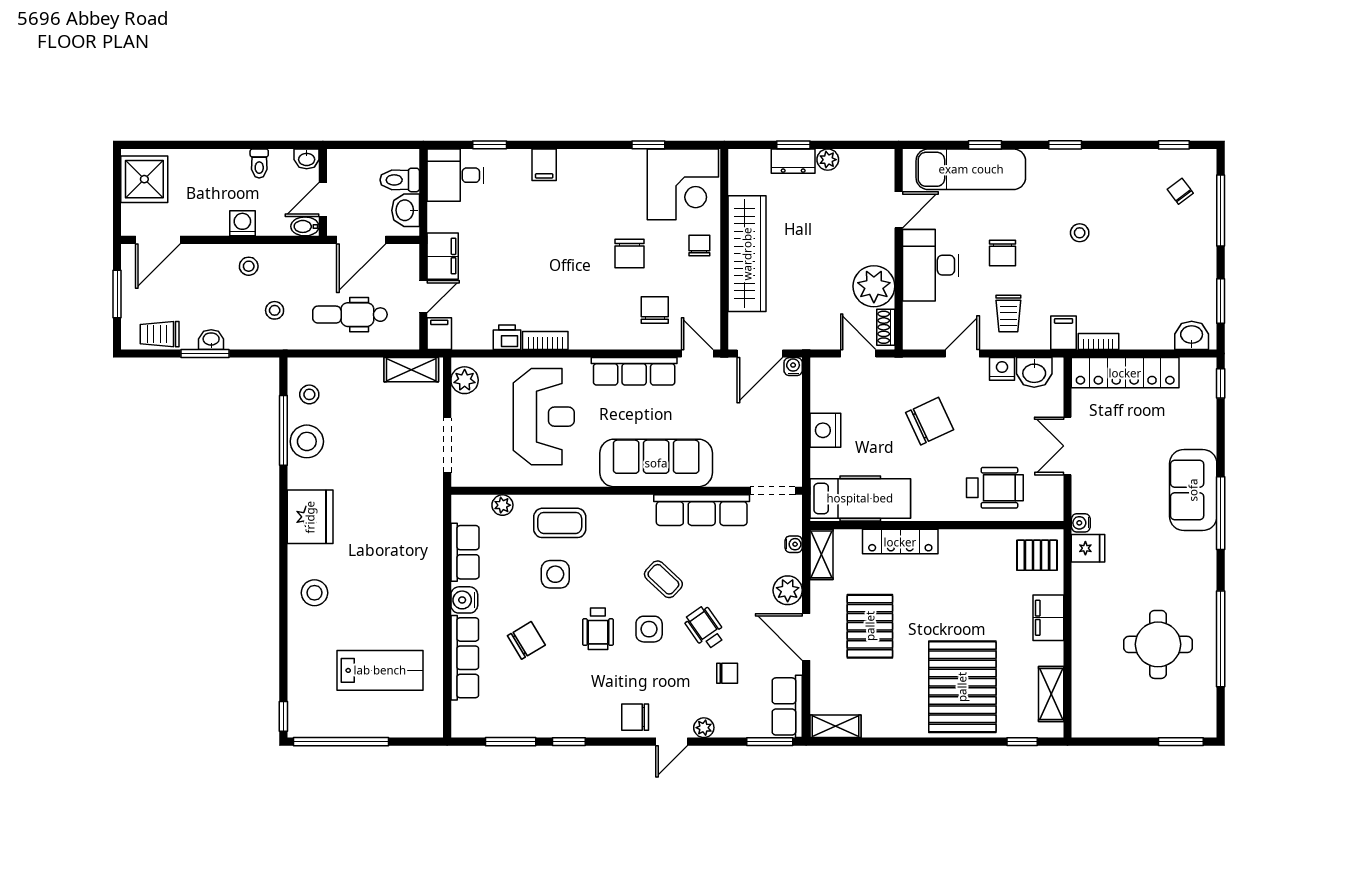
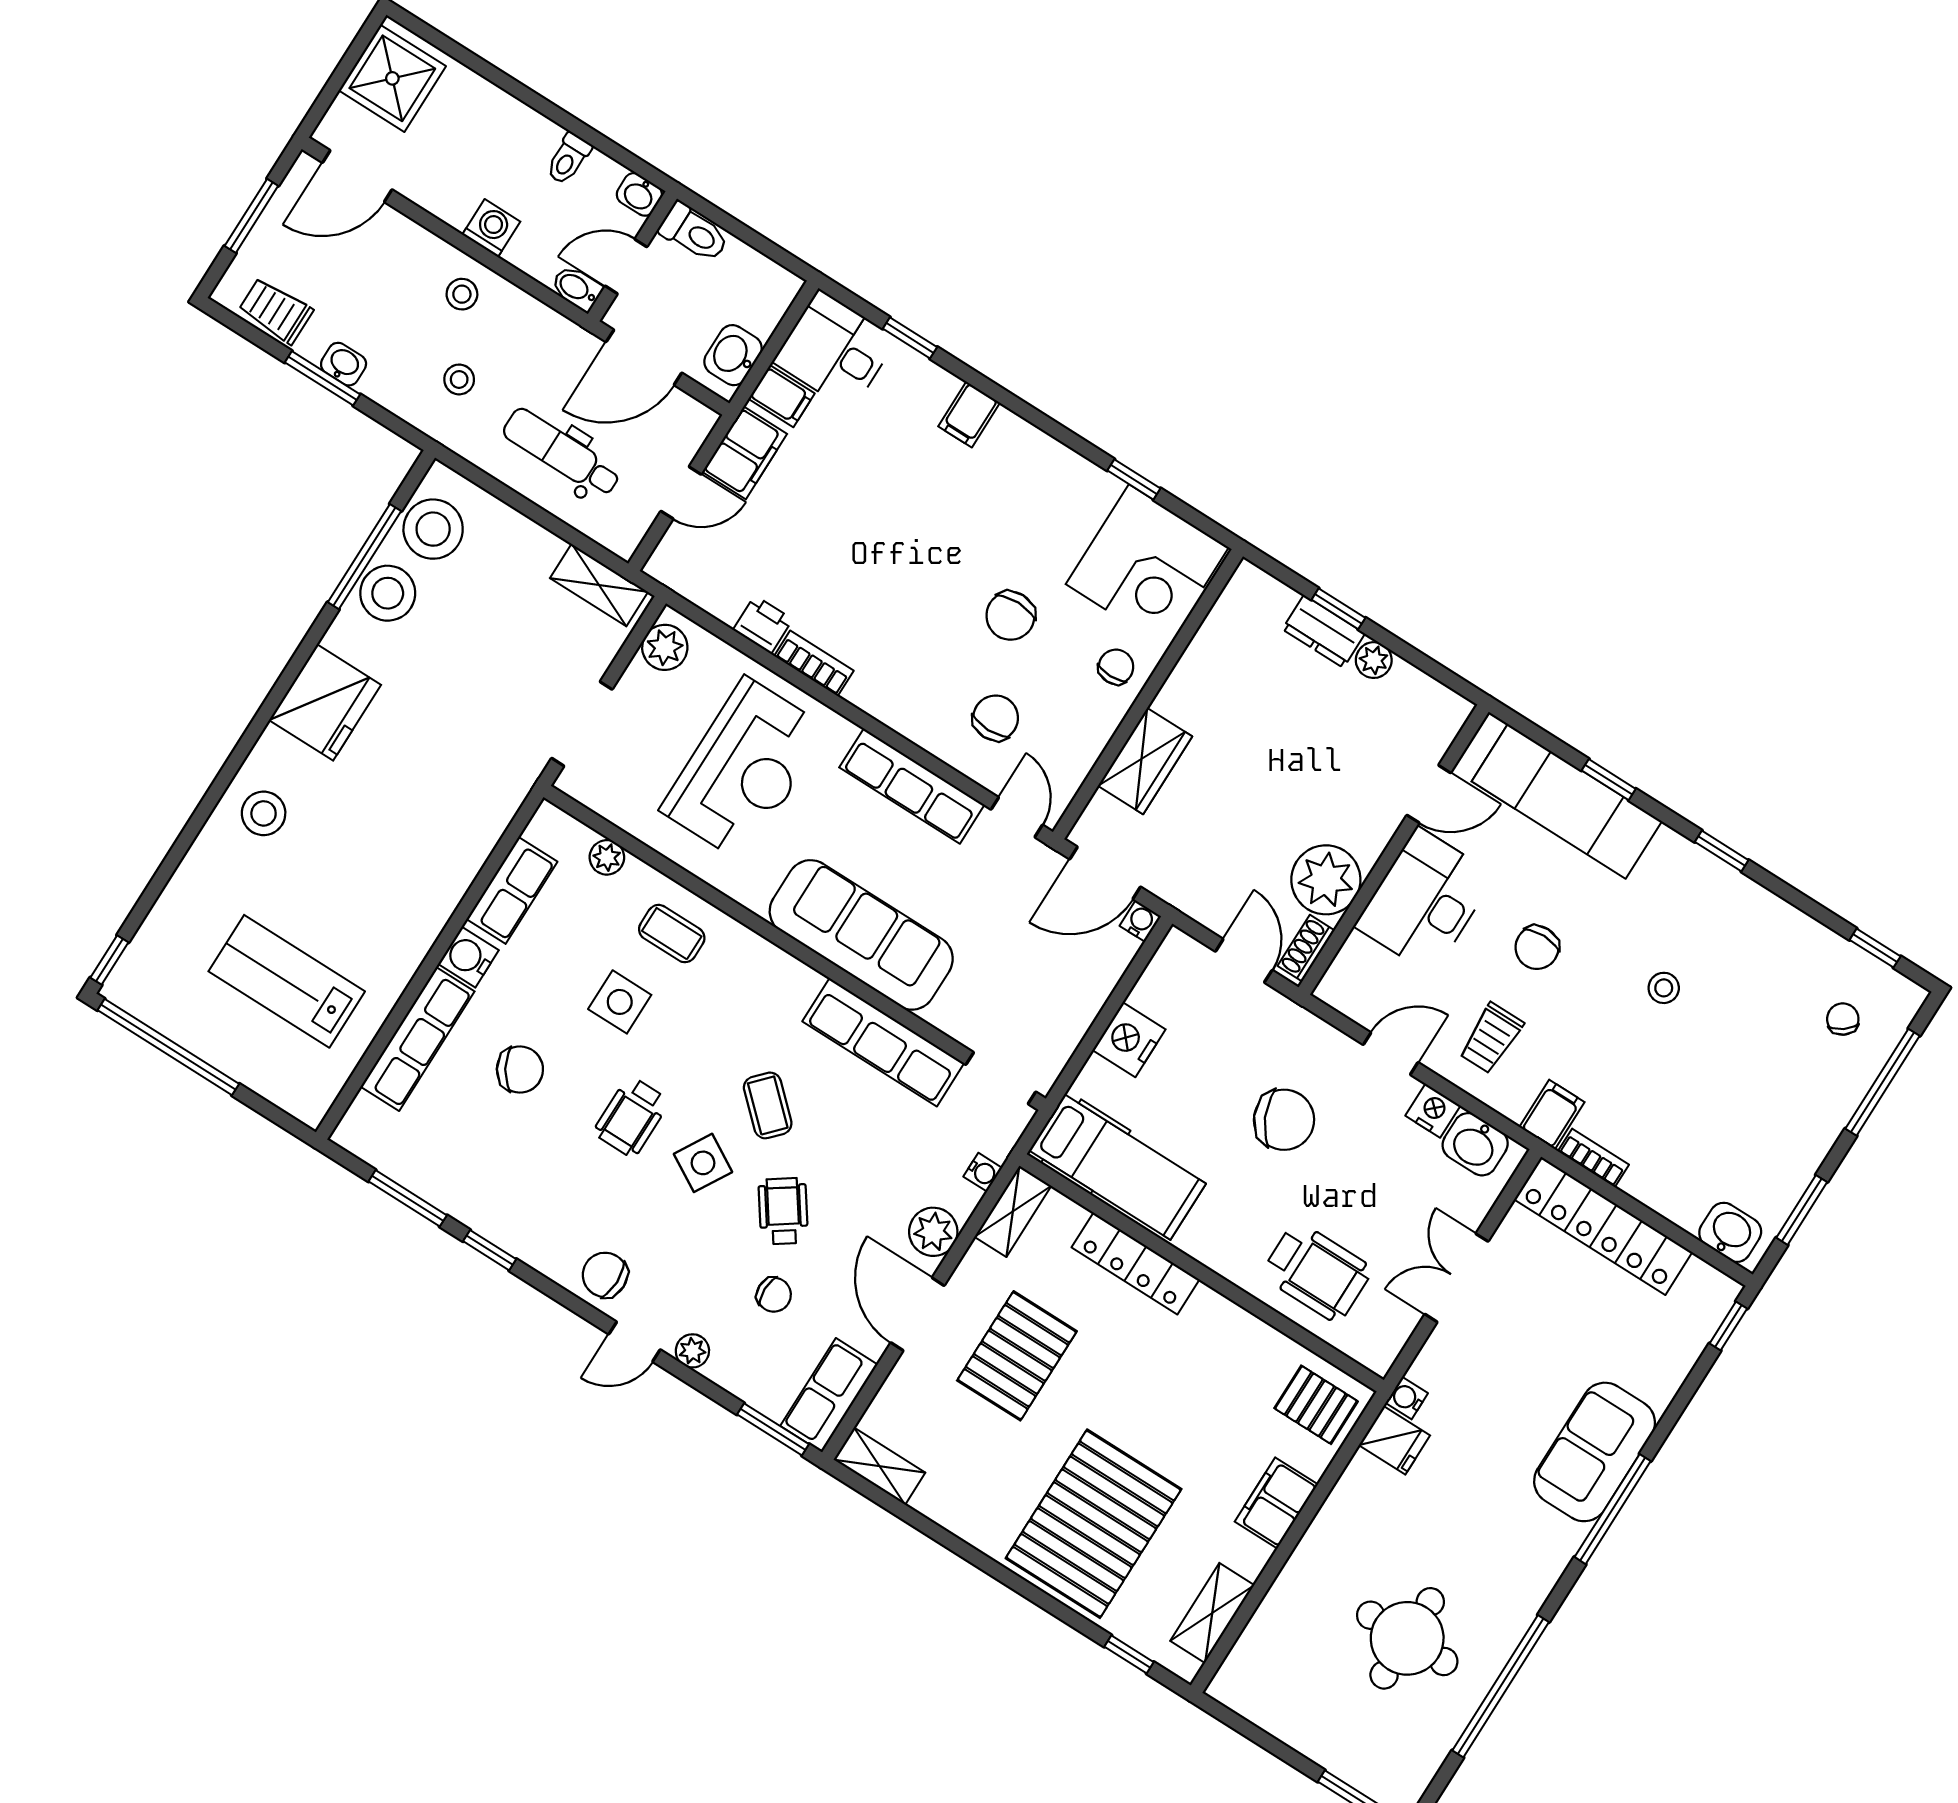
toilet: (400, 180) -> (694, 233), moved, turned 180
wardrobe: (747, 254) -> (1145, 761), width x0.48, depth x0.85
filing cabinet: (439, 334) -> (782, 396), moved, turned 90
stool: (309, 394) -> (433, 529), width x1.89, depth x1.89
coffee table: (560, 523) -> (672, 934), width x0.73, depth x0.77
side table: (649, 629) -> (703, 1163), turned 30
lab bench: (380, 670) -> (287, 981), turned 180

